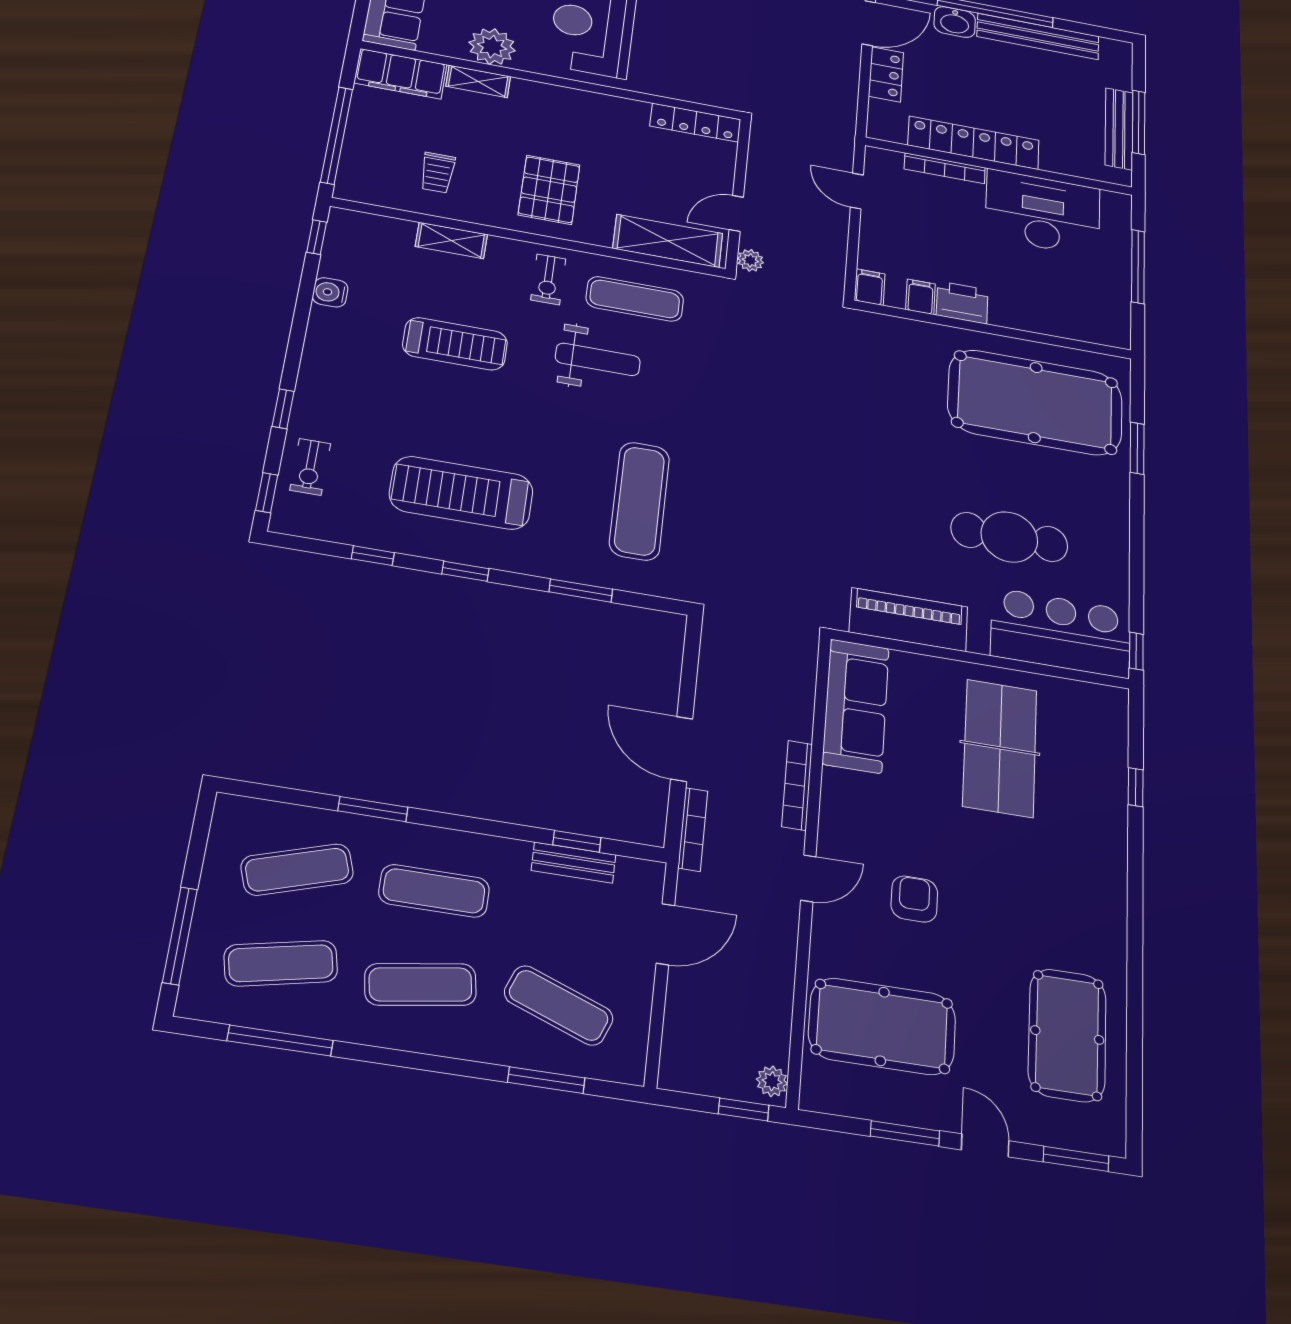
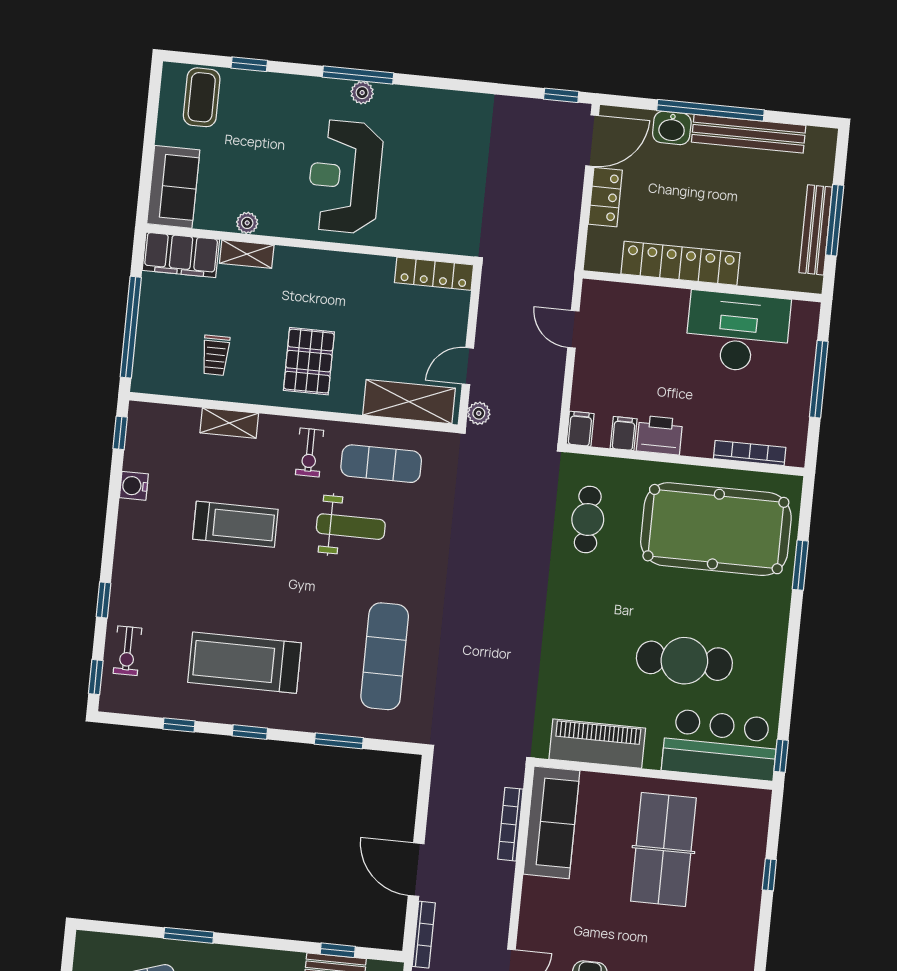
plant: (492, 47) -> (247, 223), width x0.53, depth x0.53
bookcase: (945, 168) -> (750, 453), moved, turned 180
cafe table: (884, 379) -> (588, 520), added
bookcase: (797, 785) -> (510, 824), moved

